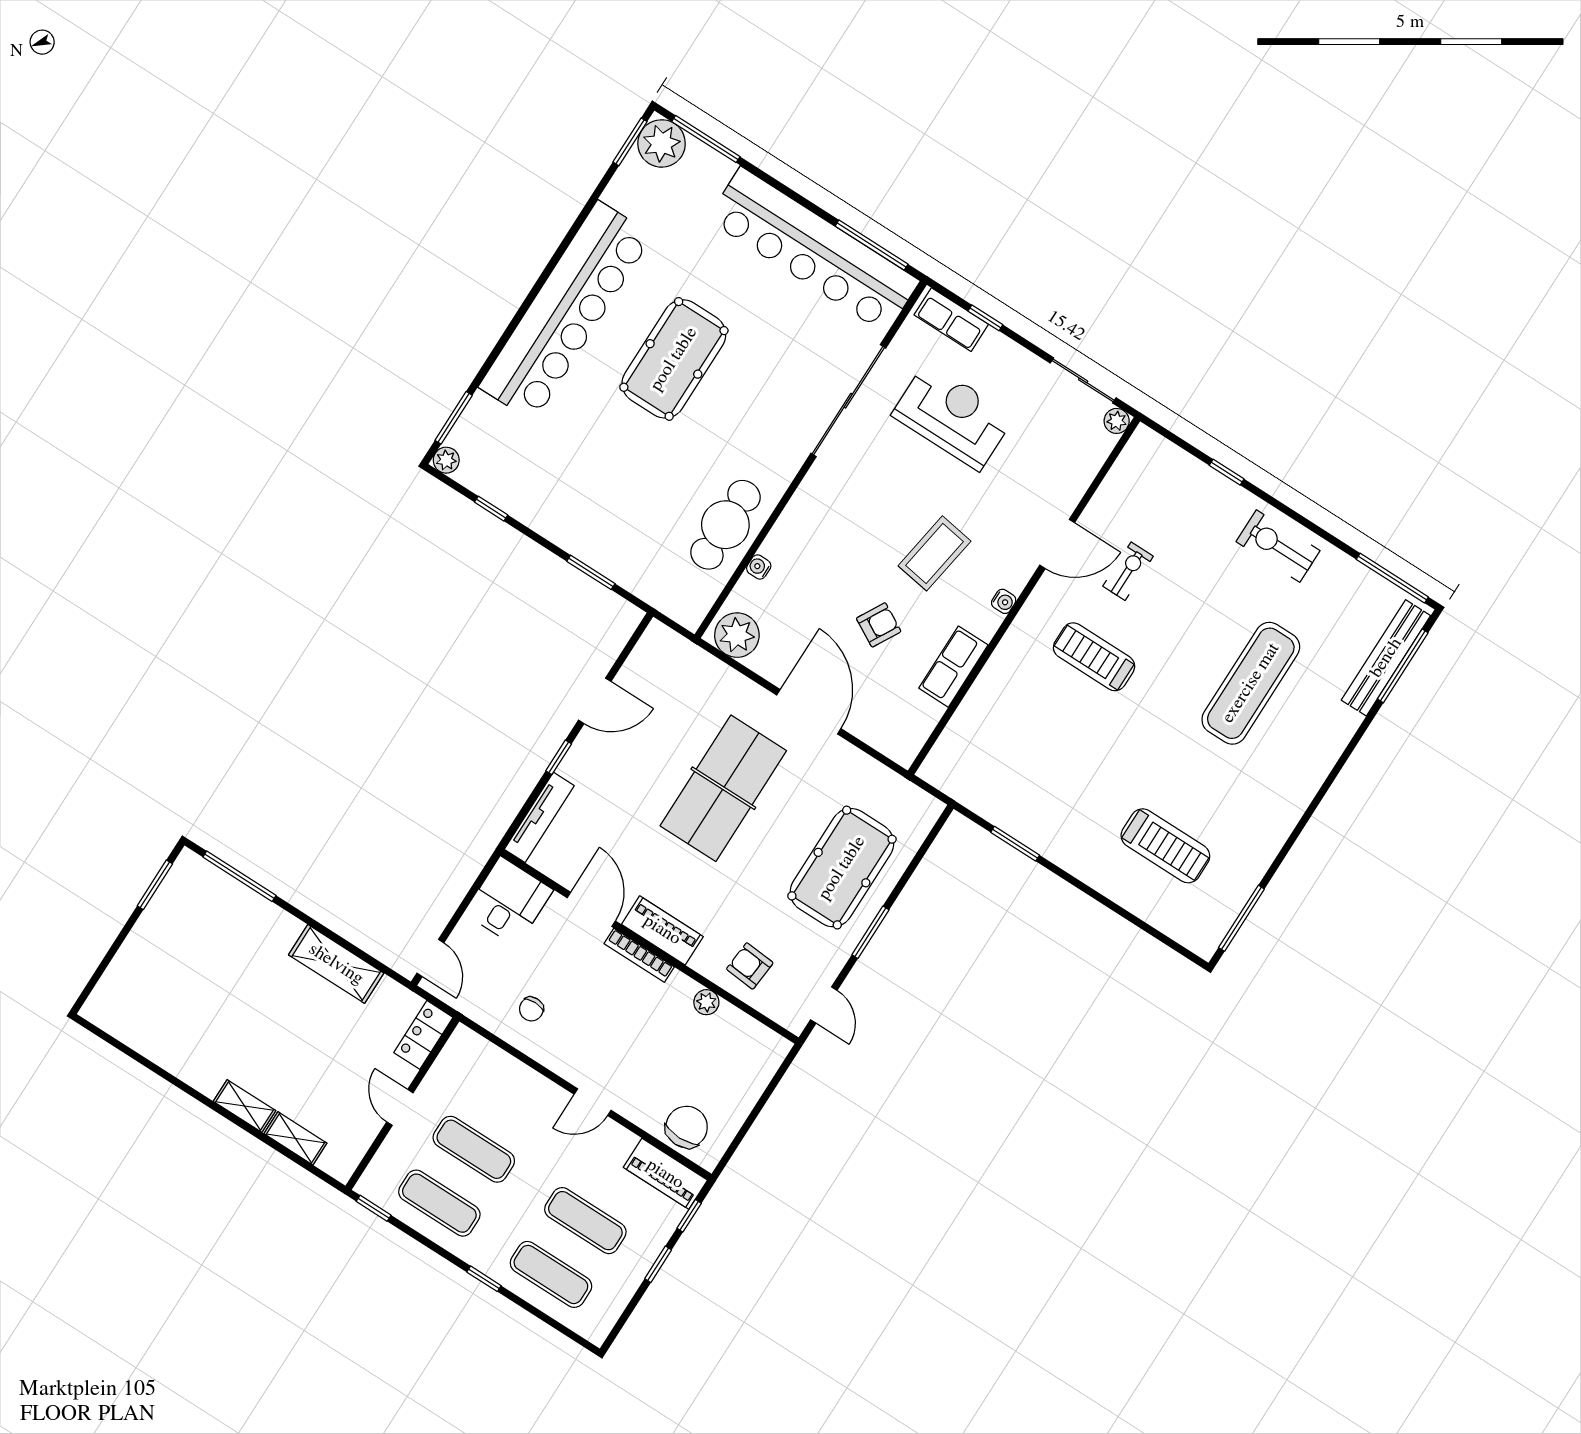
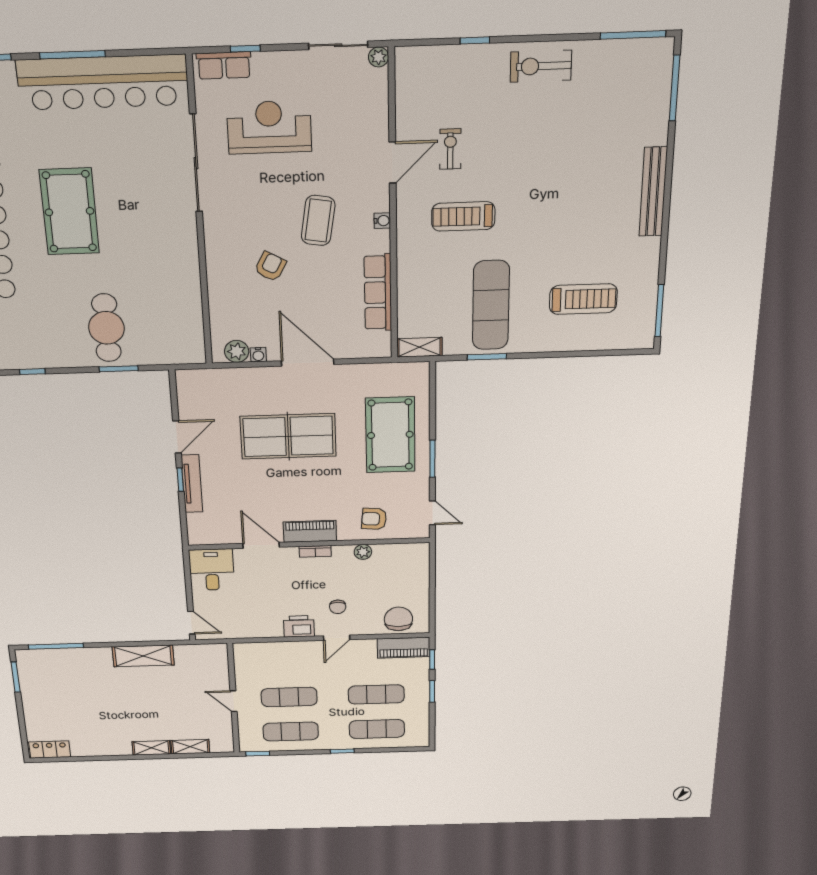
window: (872, 245) -> (72, 55), moved
cafe table: (725, 525) -> (106, 328), moved
water cooler: (759, 567) -> (258, 355), moved, turned -90
armchair: (879, 625) -> (270, 266), moved
plant: (737, 635) -> (237, 351), width x0.73, depth x0.73
bench: (1386, 658) -> (653, 192), moved
row of seats: (953, 667) -> (378, 293), width x1.48
exercise mat: (1251, 683) -> (491, 305), moved
shelving: (947, 780) -> (419, 347), added
table tennis table: (723, 788) -> (288, 436), turned 90
tv unit: (539, 817) -> (192, 484), moved
bookcase: (639, 955) -> (315, 551), width x0.64
chair: (531, 1009) -> (338, 607), moved
locker: (423, 1035) -> (50, 749), moved, turned 90
printer: (558, 1054) -> (299, 626), added

